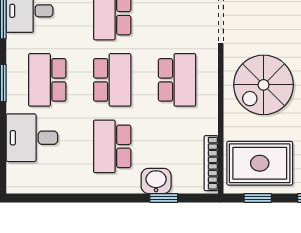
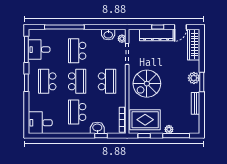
desk: (32, 138) -> (40, 123), moved

